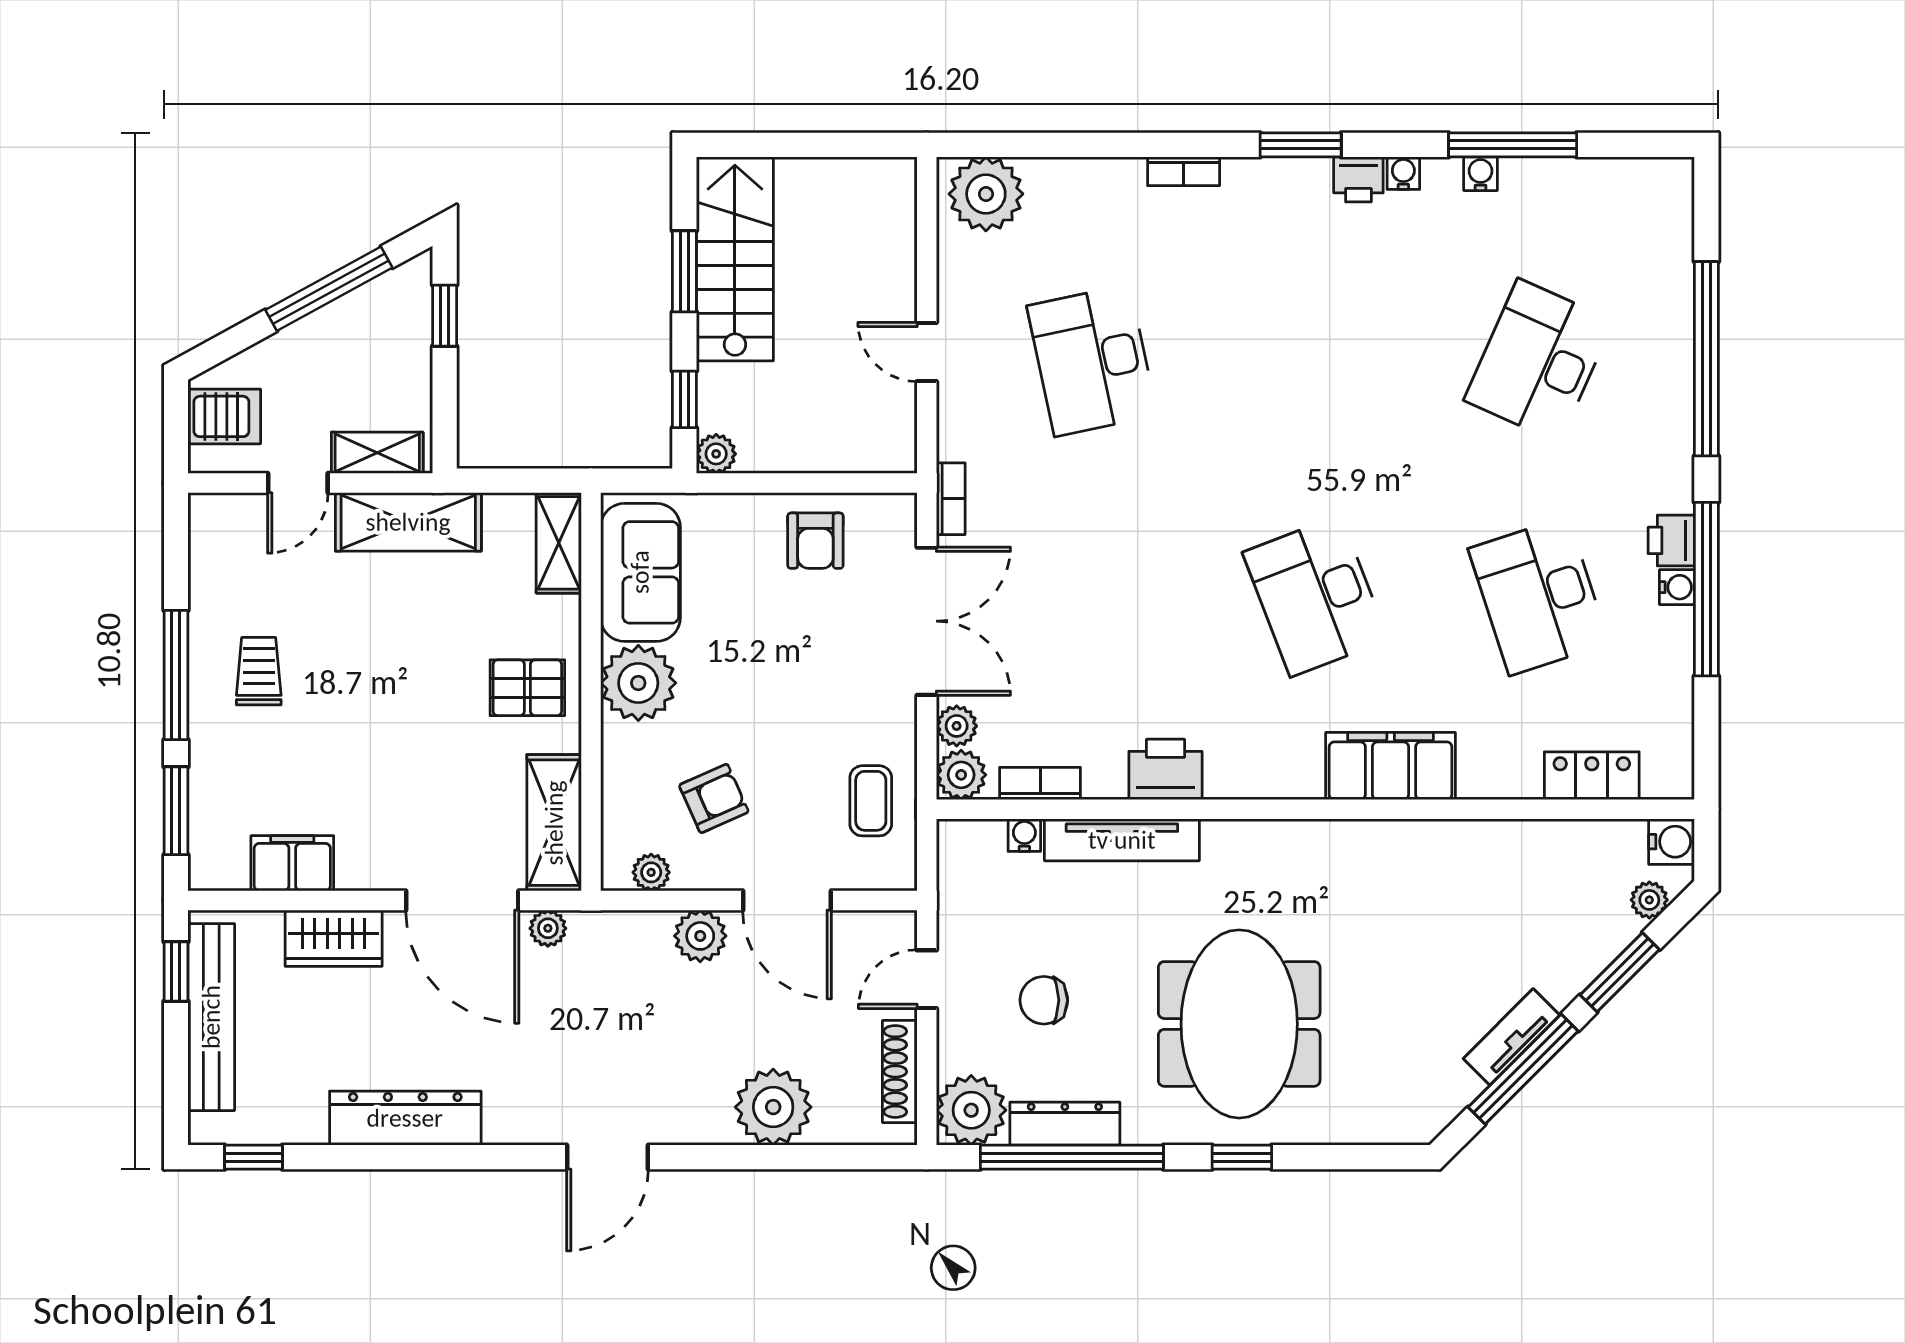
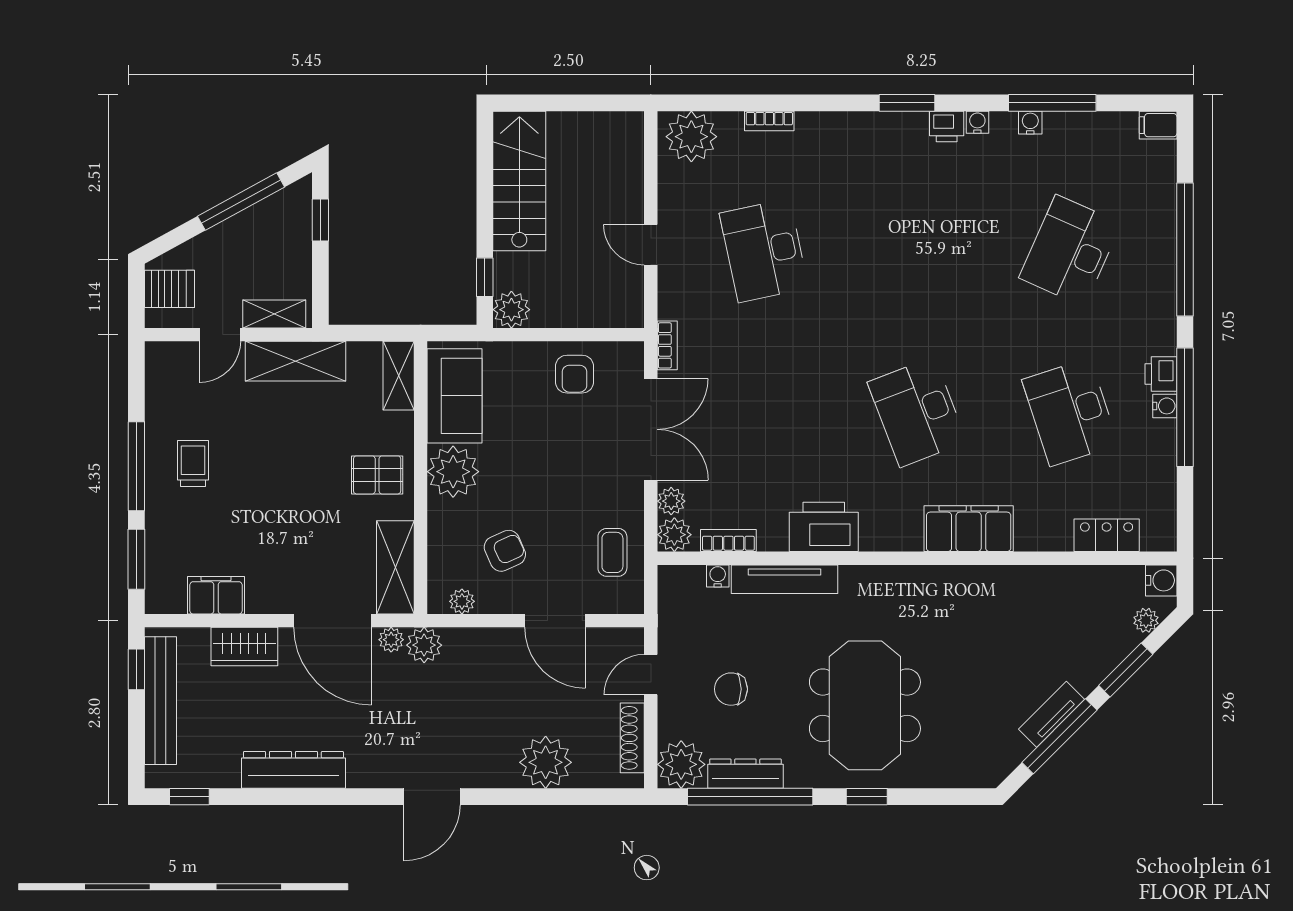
bookcase: (1184, 171) -> (769, 121), moved
filing cabinet: (1667, 177) -> (1158, 125), added
window: (684, 271) -> (485, 190), removed
plant: (716, 454) -> (511, 310), width x1.38, depth x1.38
printer: (1165, 769) -> (824, 527), width x1.37, depth x1.19
plant: (700, 936) -> (424, 645), moved

